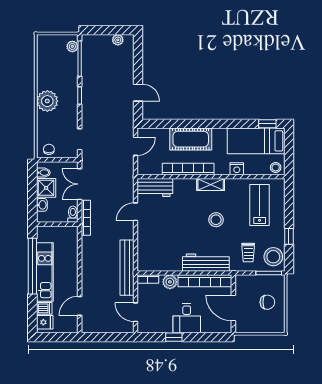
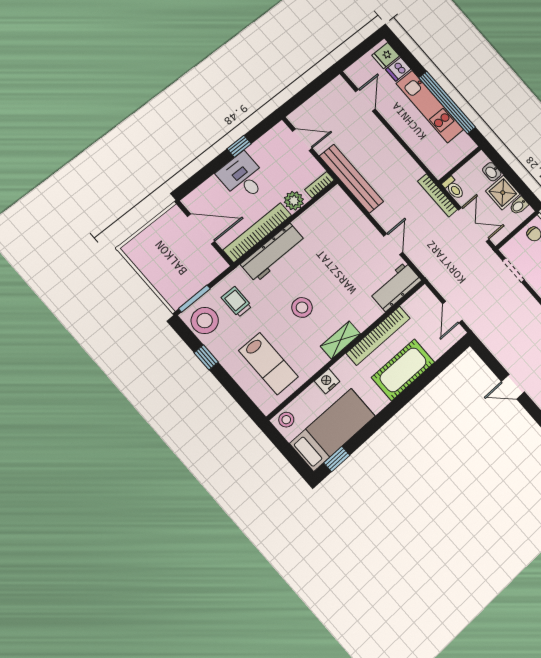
door: (138, 93) -> (513, 387), moved
chair: (267, 302) -> (168, 266), removed

